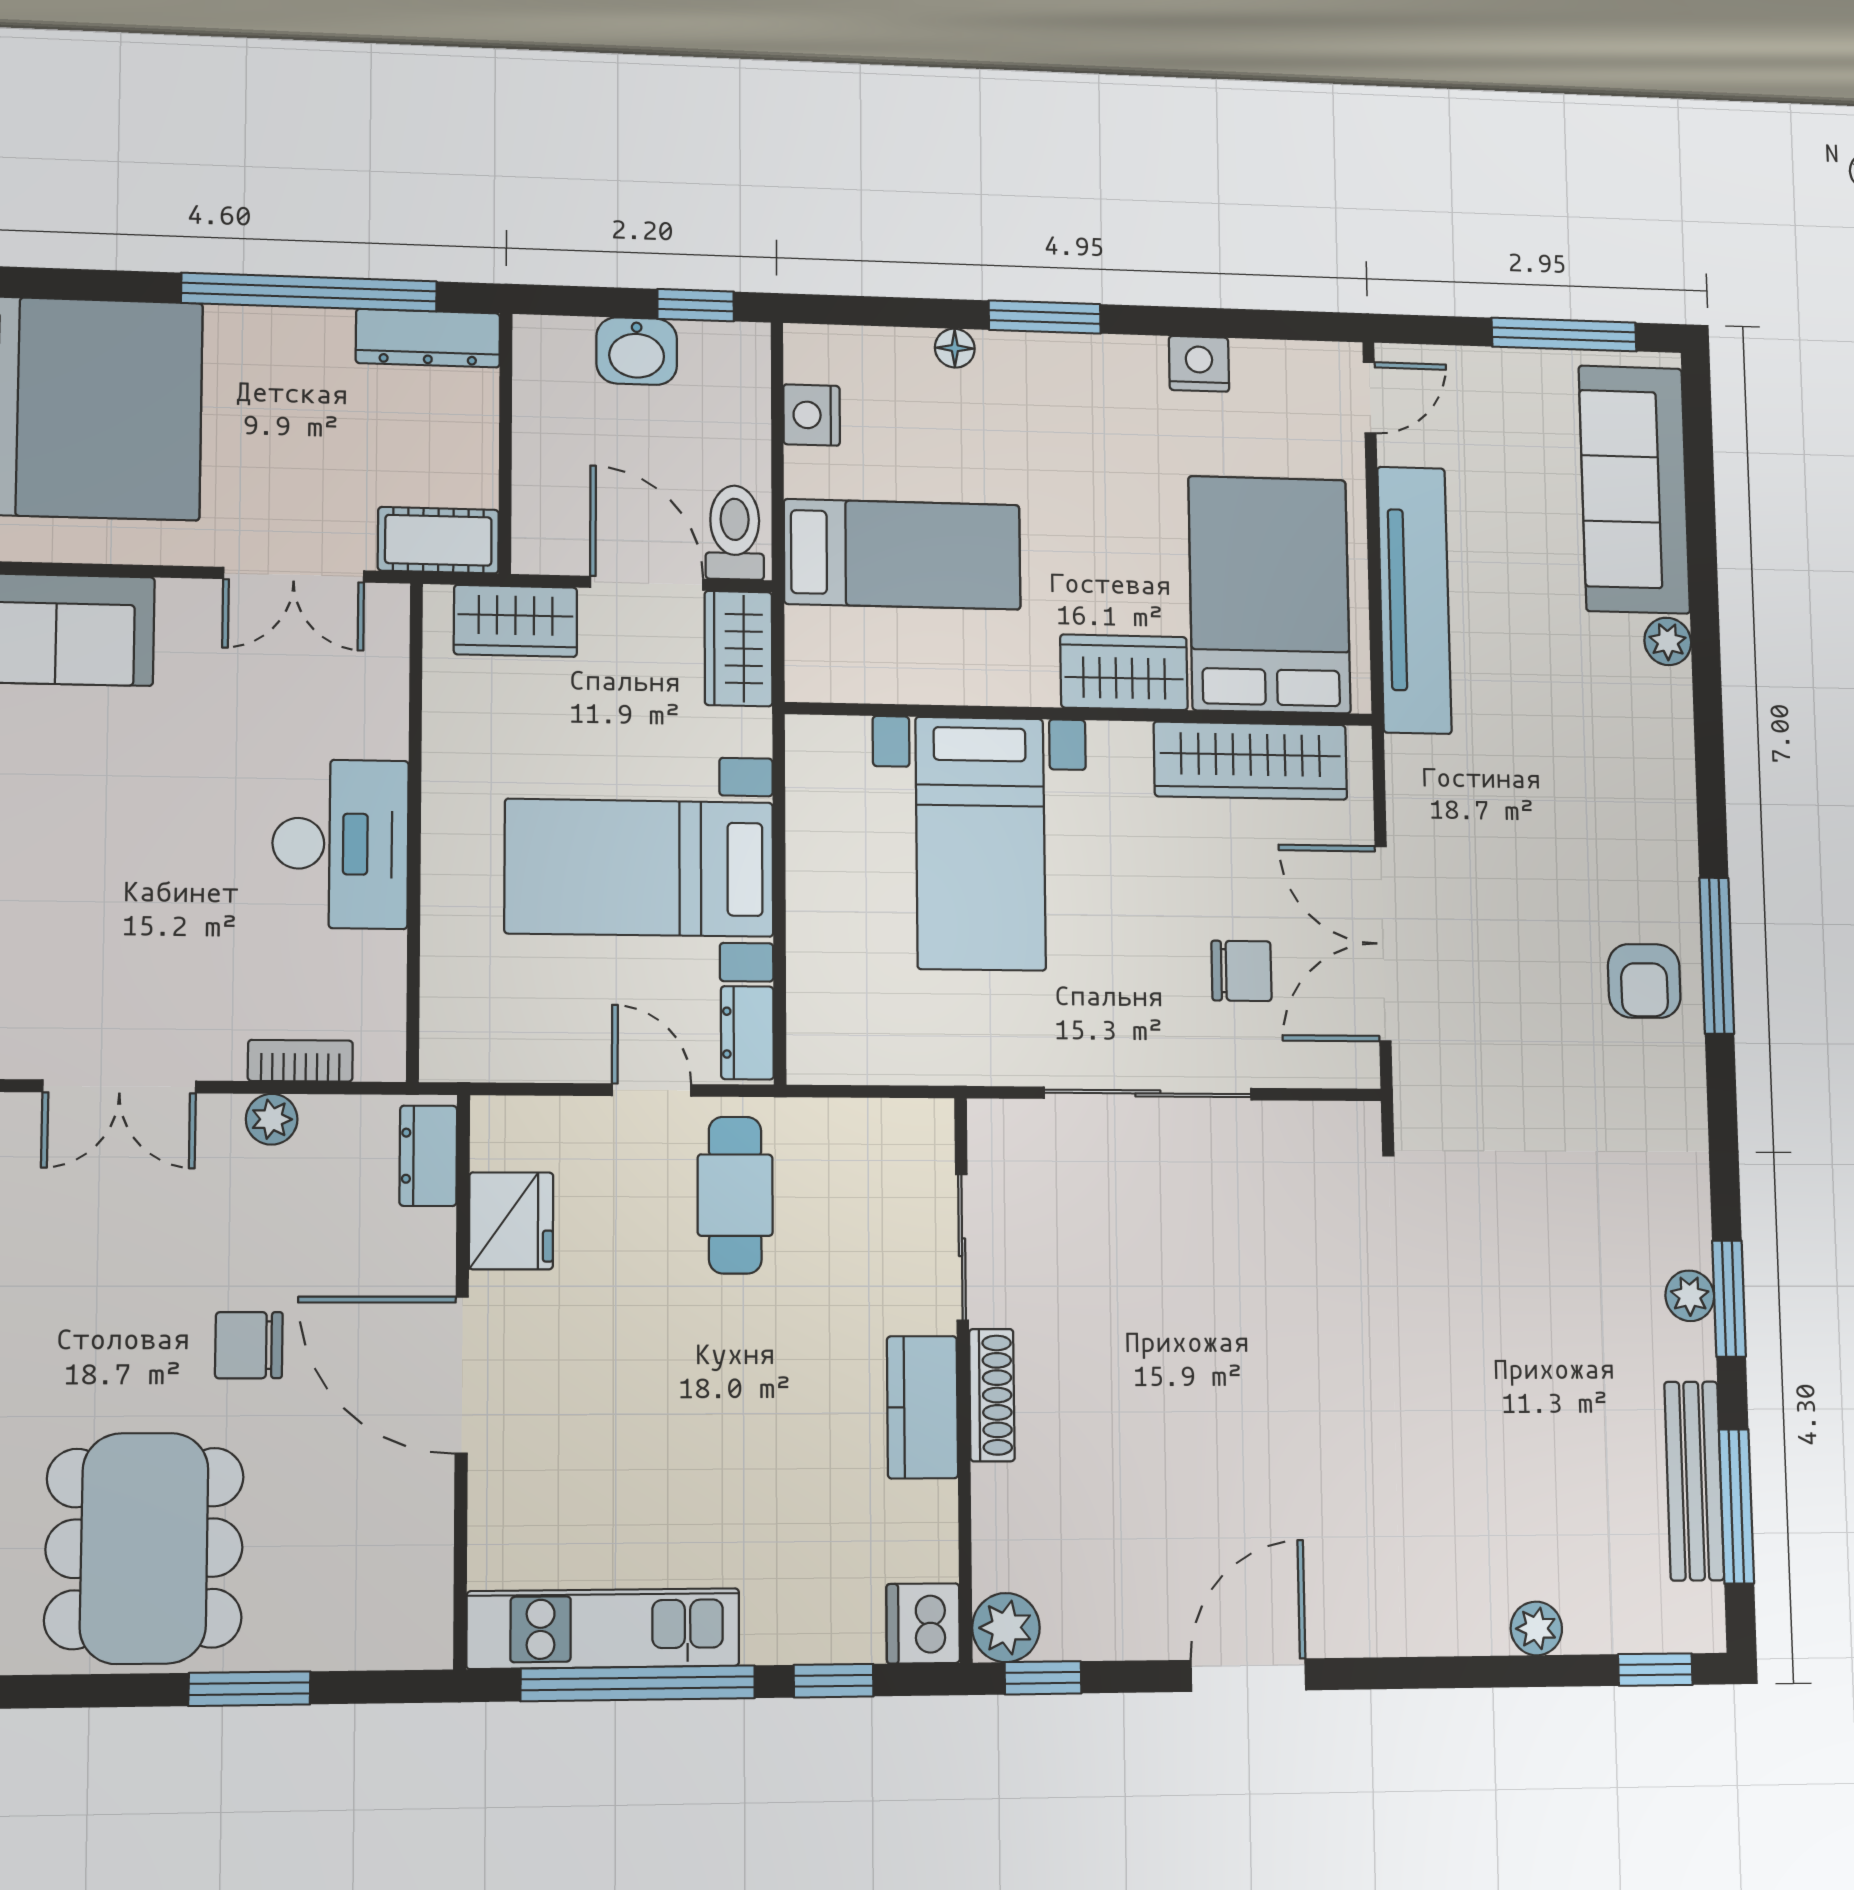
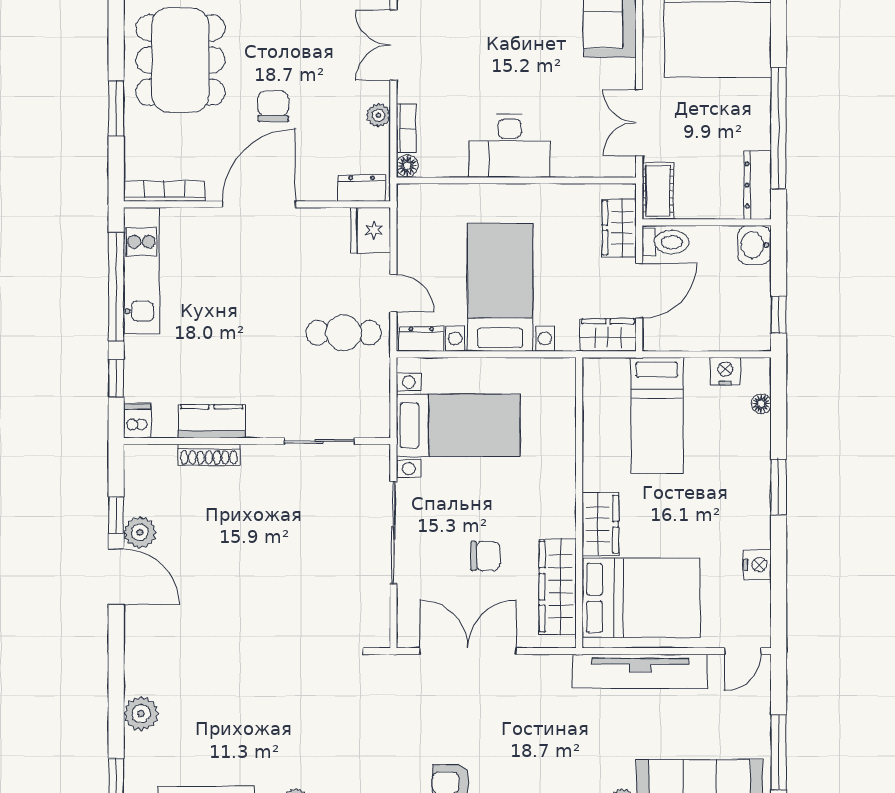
floor lamp: (955, 348) -> (761, 404), moved
washbasin: (637, 351) -> (754, 245), moved
door: (1370, 398) -> (743, 651), hinge flipped
toilet: (735, 532) -> (665, 242), moved
bed with nightstands: (981, 843) -> (458, 425), moved, turned 180
chair: (1242, 971) -> (485, 556), moved, turned -90
floor lamp: (381, 1059) -> (407, 166), added
door: (652, 1090) -> (393, 293), hinge flipped
fridge: (511, 1221) -> (371, 230), moved, turned 90
shoe rack: (992, 1395) -> (209, 455), moved
kitchen counter: (922, 1407) -> (212, 422), moved
dining table: (144, 1548) -> (180, 60), turned 90
bookcase: (432, 1580) -> (165, 191), added
dishwasher: (923, 1623) -> (137, 421), width x0.73
plant: (1006, 1628) -> (140, 532), moved
plant: (1536, 1628) -> (141, 714), width x1.38, depth x1.38
window: (1043, 1678) -> (116, 515), moved

